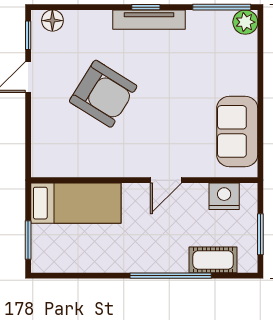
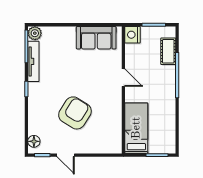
tv unit: (149, 20) -> (33, 61), moved
nightstand: (224, 196) -> (133, 35), moved

